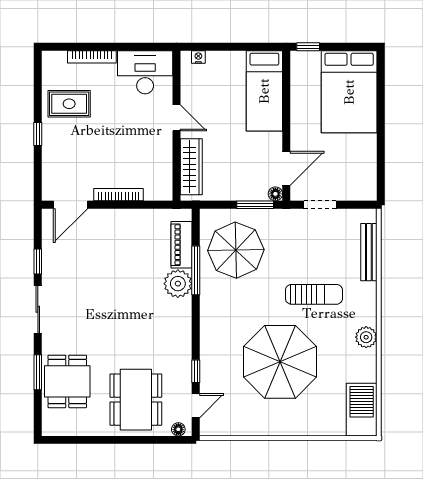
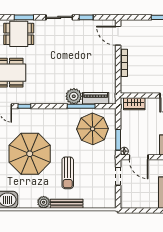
wardrobe: (191, 167) -> (134, 104), width x0.67
bench: (369, 252) -> (67, 204), moved

